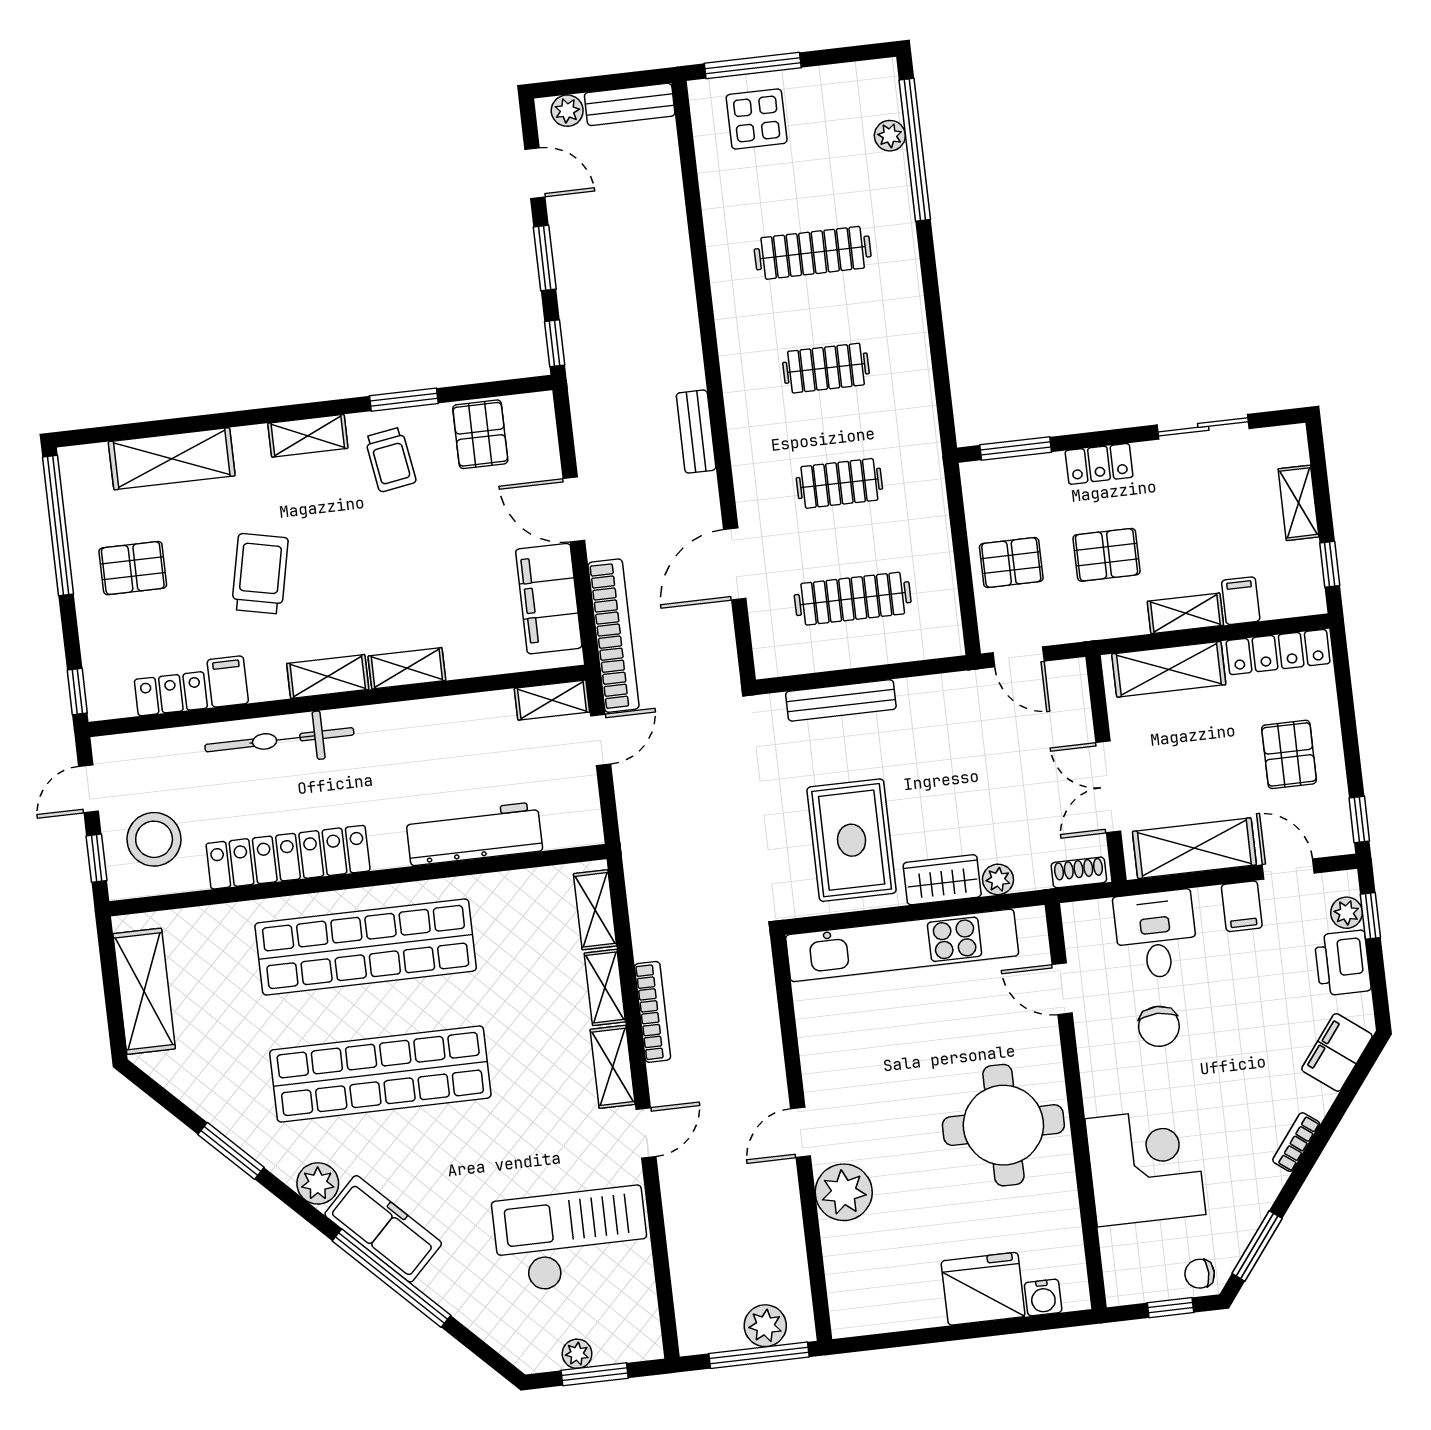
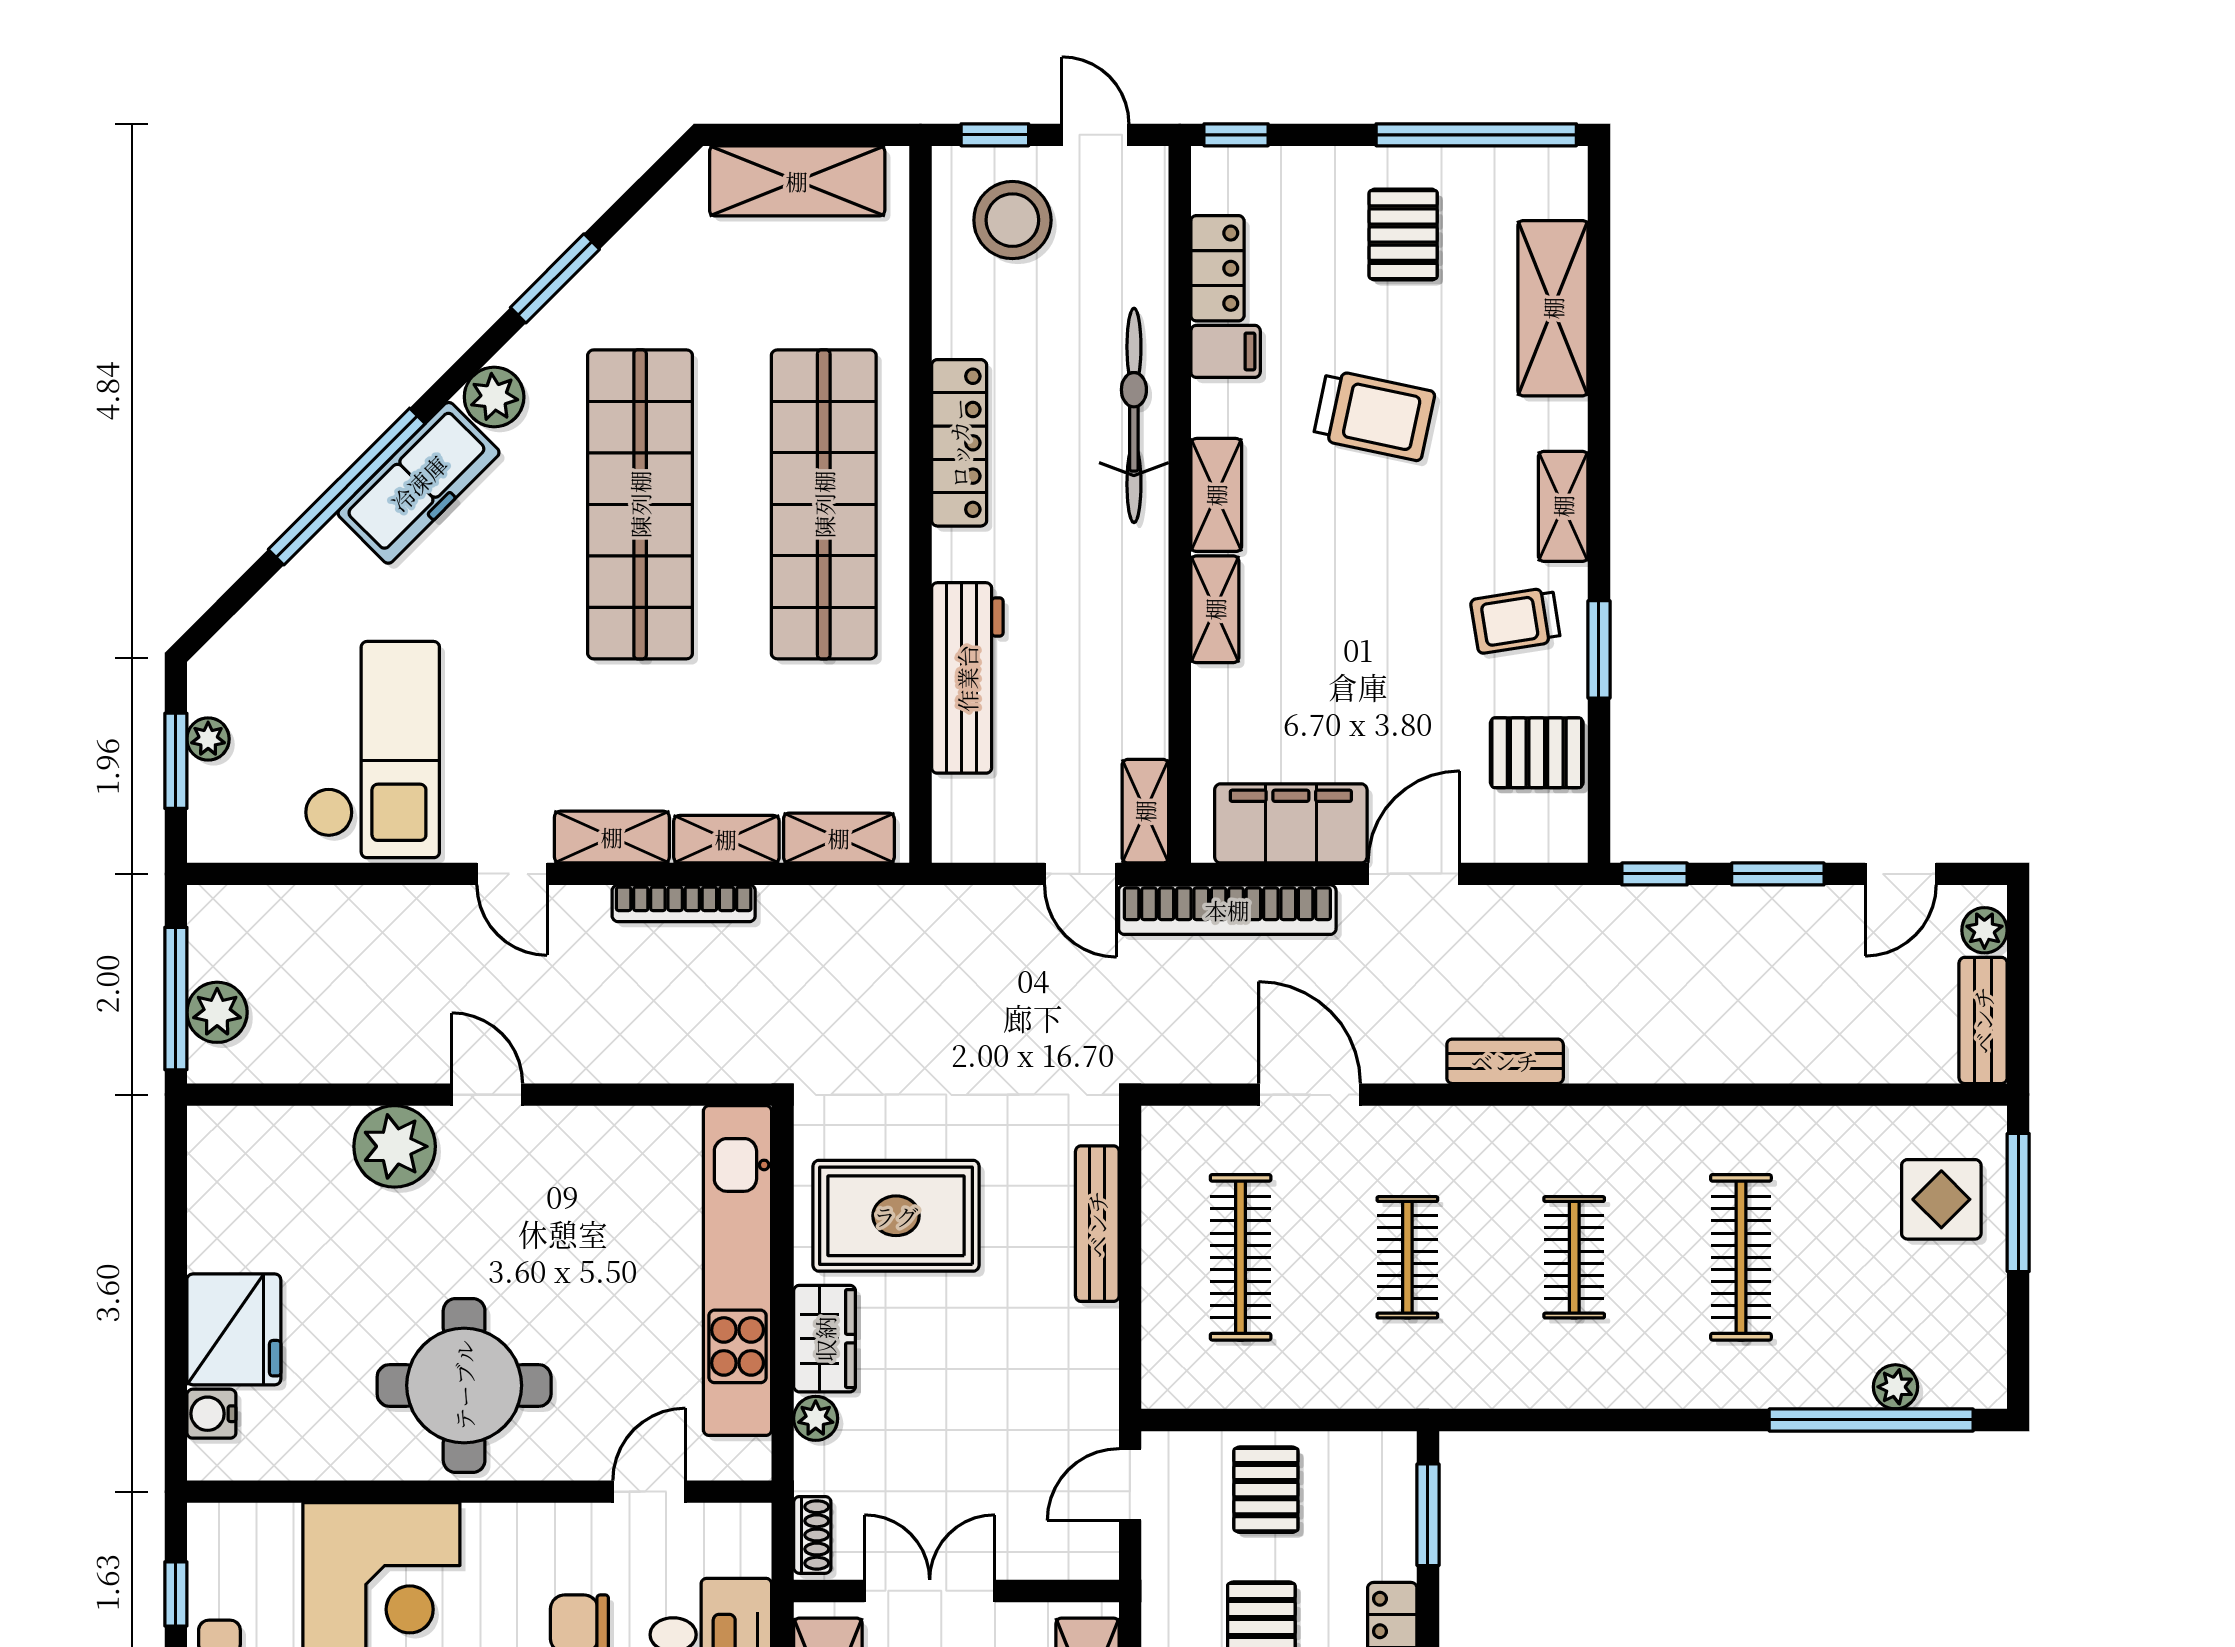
locker: (288, 857) -> (959, 443), width x0.71, depth x0.83

